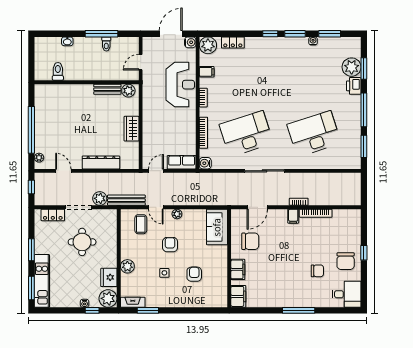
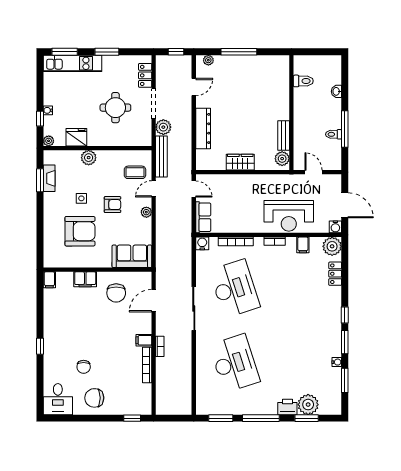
window: (31, 130) -> (239, 52), width x0.68
door: (257, 207) -> (154, 301), hinge flipped
window: (364, 253) -> (132, 418), moved
armchair: (194, 274) -> (80, 231), width x1.88, depth x1.88
filing cabinet: (238, 296) -> (49, 280), width x0.50
plant: (108, 298) -> (49, 141), width x0.53, depth x0.53
fireplace: (133, 302) -> (49, 178), moved
window: (299, 310) -> (40, 346), width x0.46

